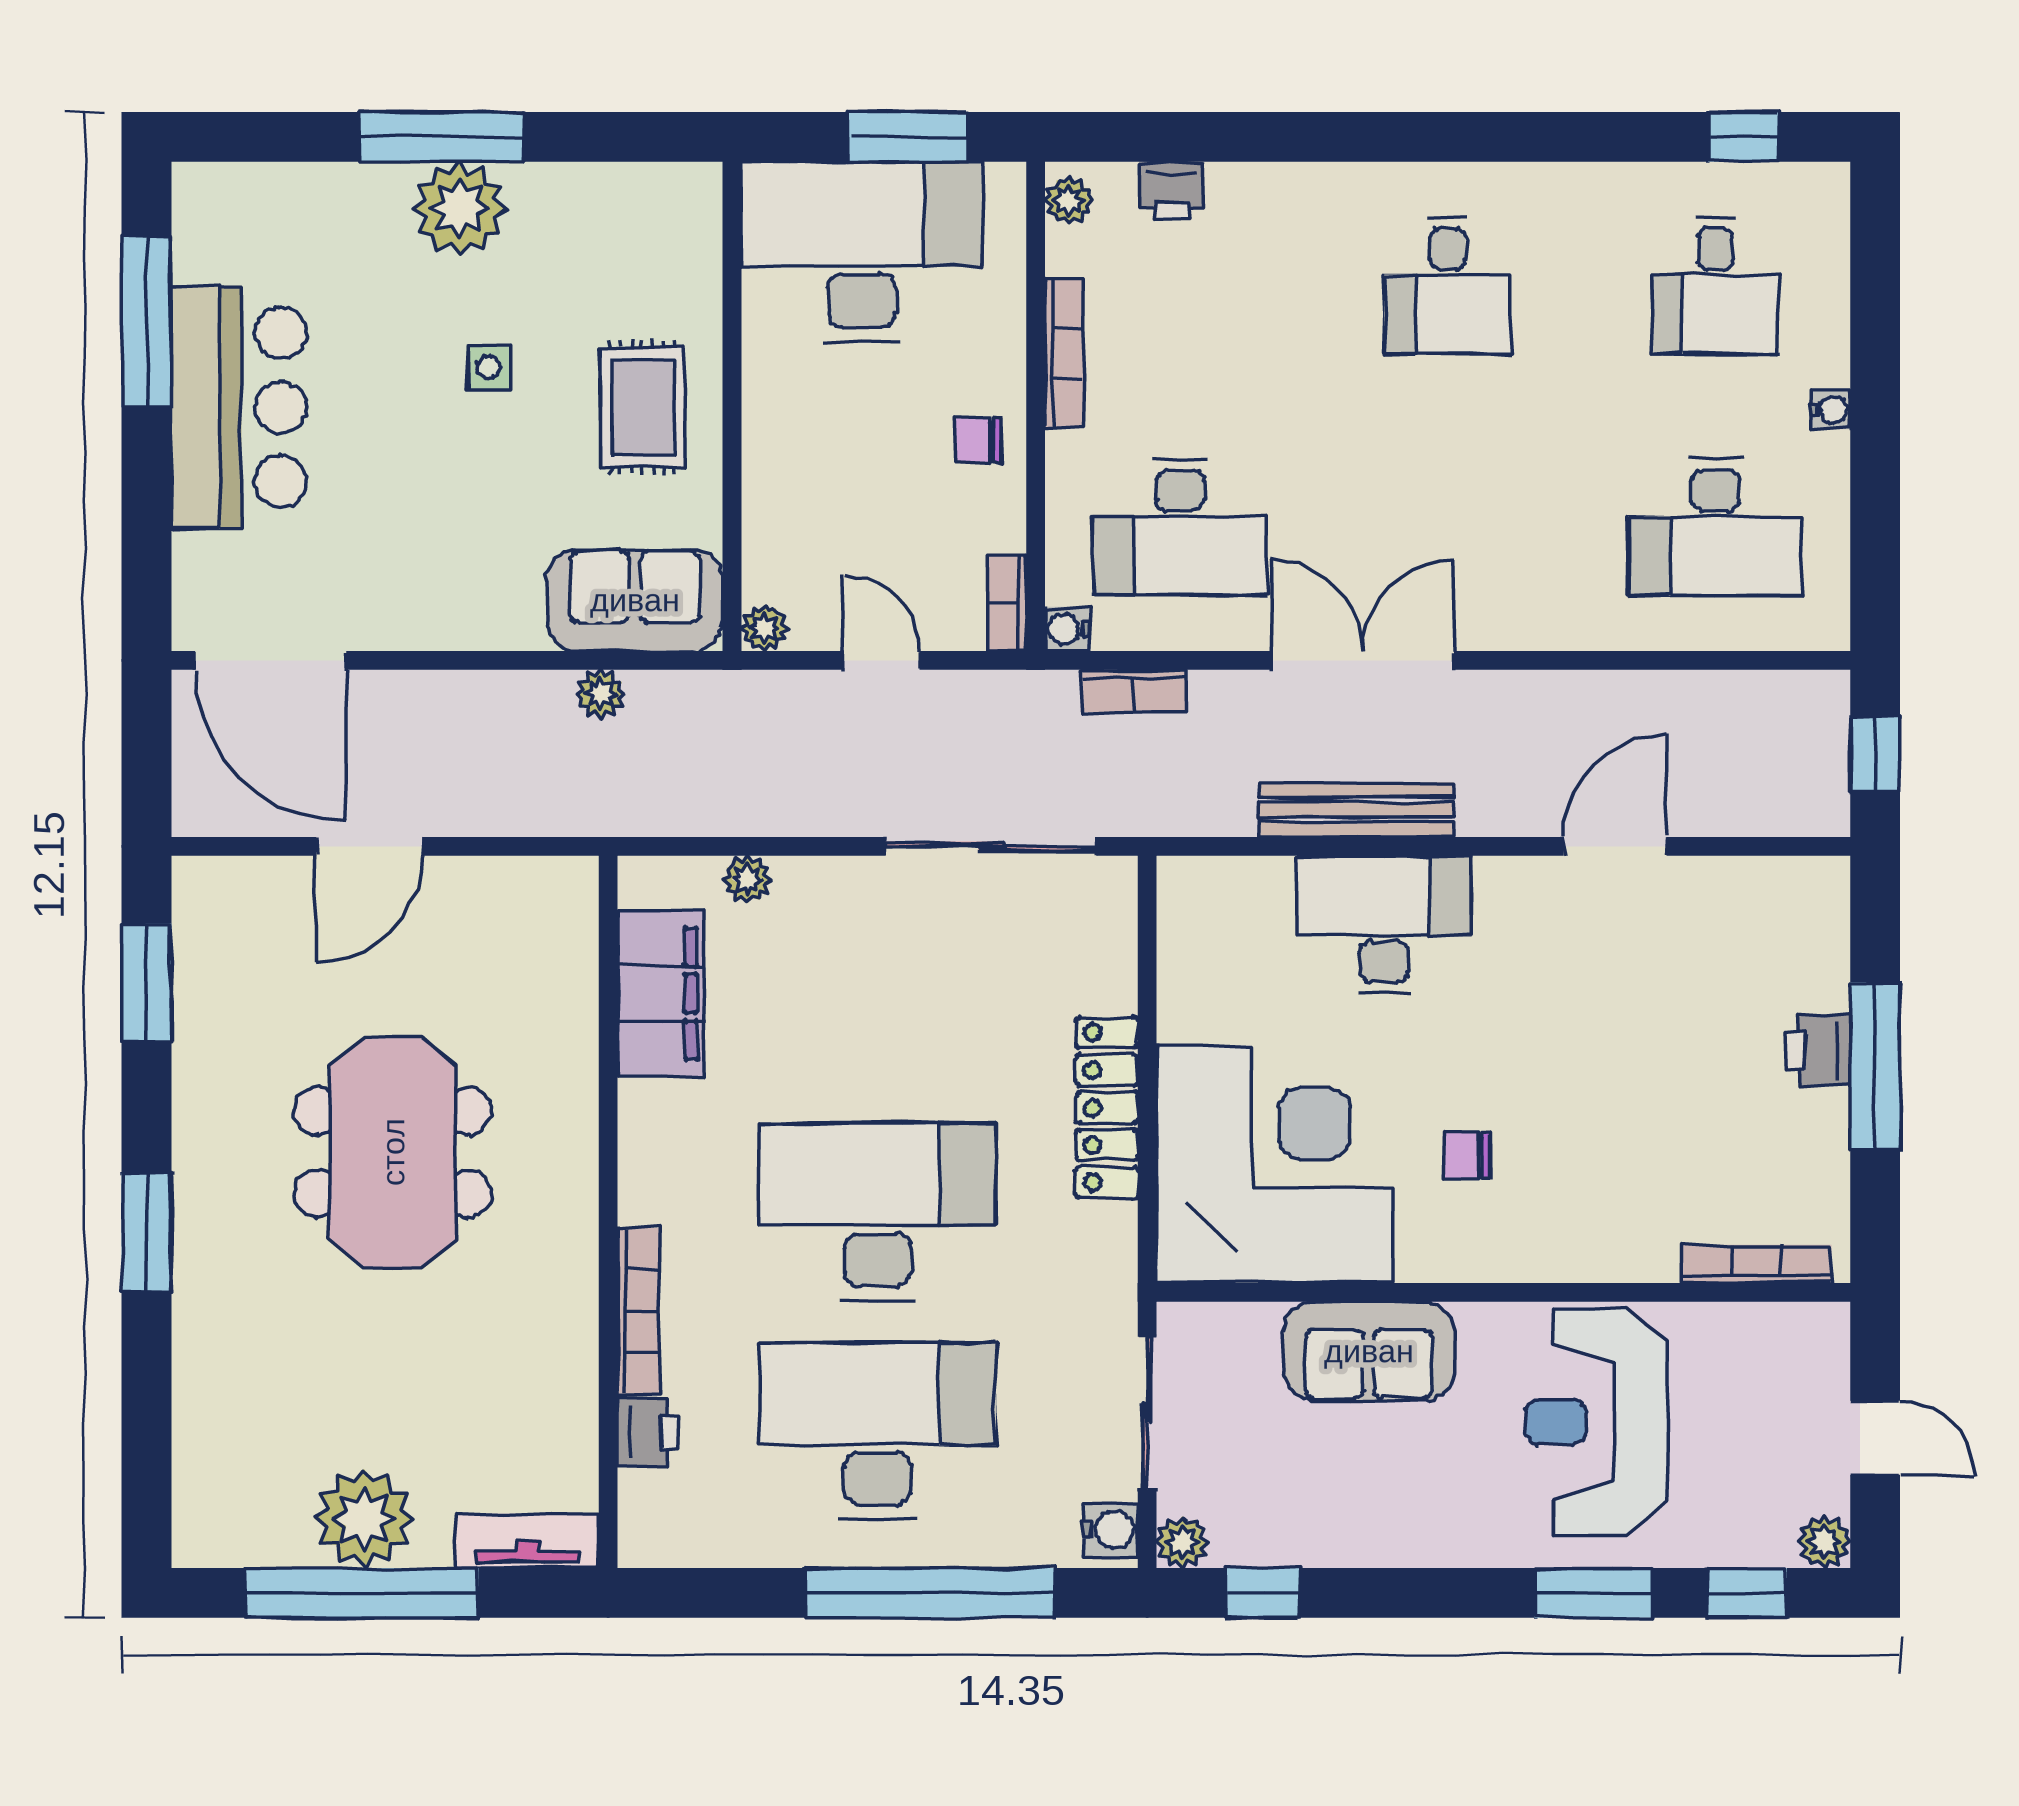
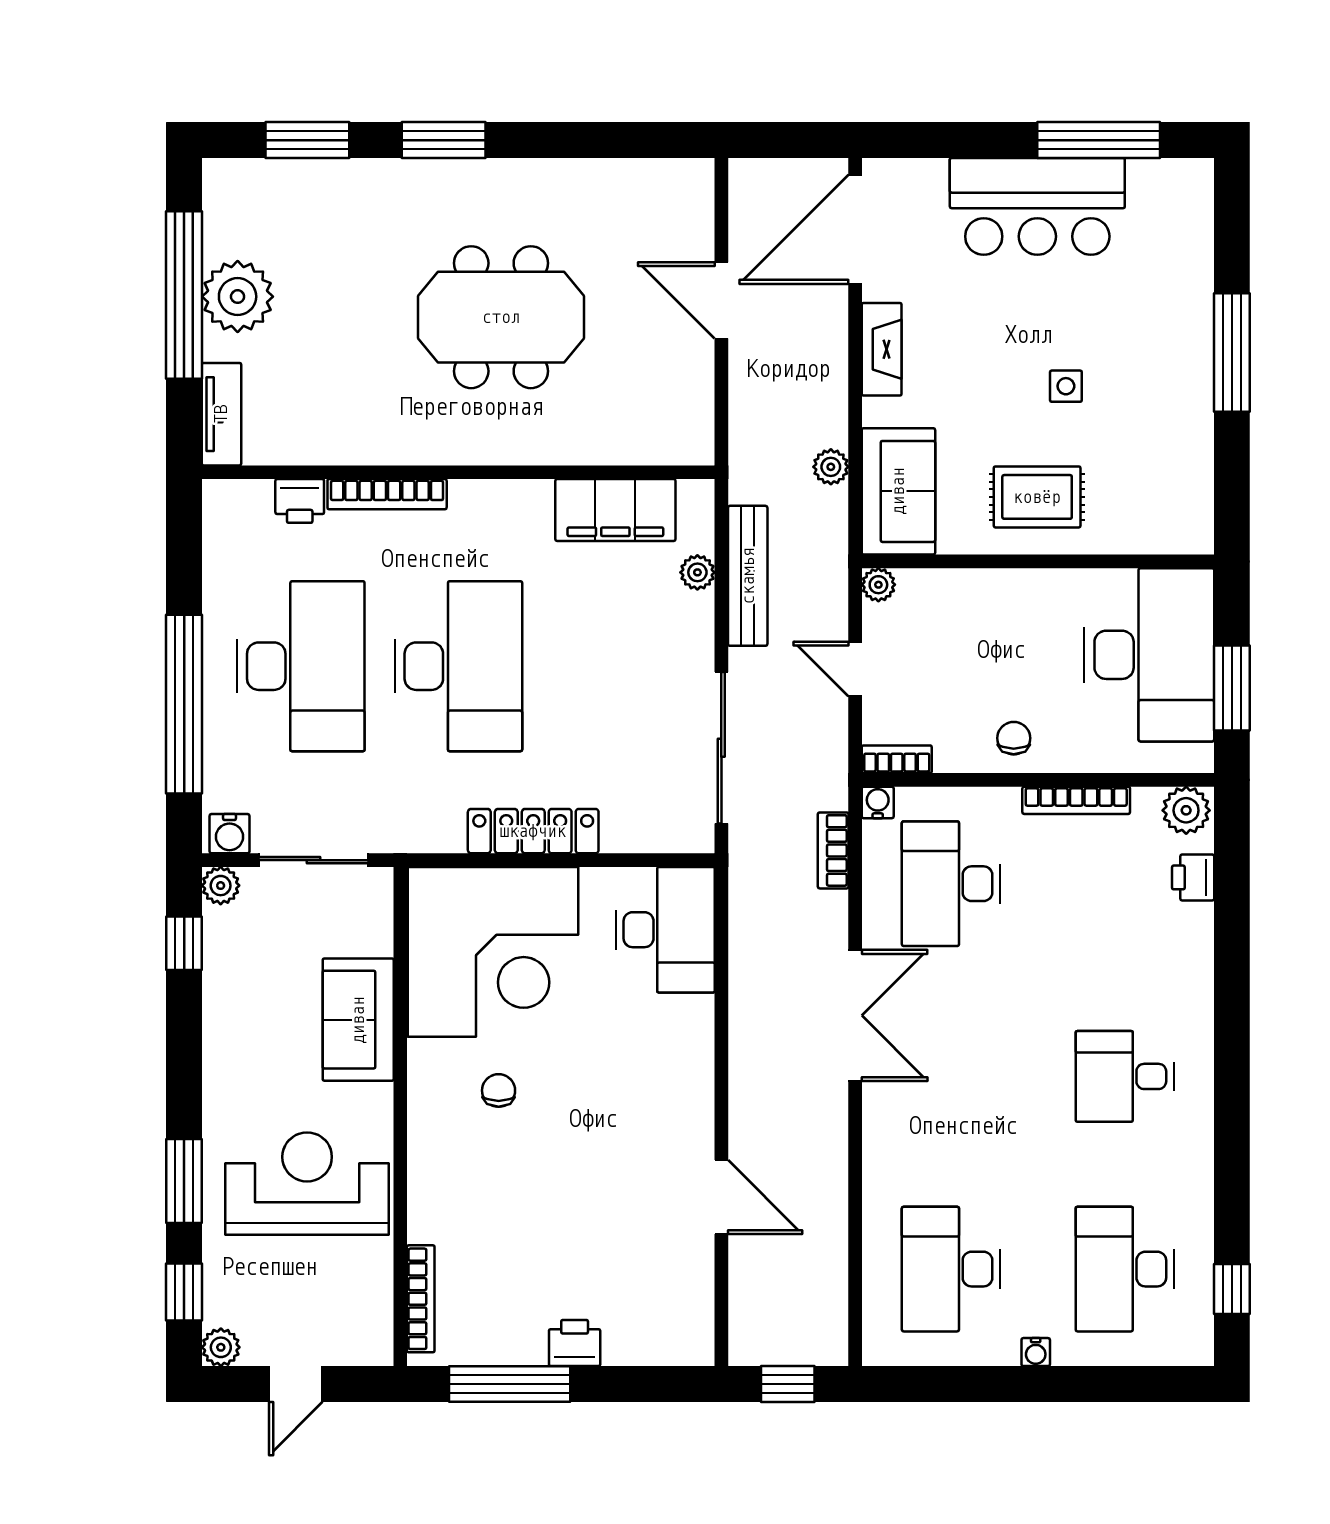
plant: (1069, 201) -> (1186, 810), width x1.38, depth x1.38
plant: (459, 209) -> (1180, 365), removed
desk: (1715, 286) -> (1125, 1269), width x1.37
fireplace: (437, 624) -> (882, 349), added
door: (882, 660) -> (855, 669), swing flipped
bench: (1356, 810) -> (748, 576), moved
desk: (1384, 924) -> (665, 930), moved
window: (146, 982) -> (307, 140), moved
window: (1875, 1066) -> (510, 1384), moved

